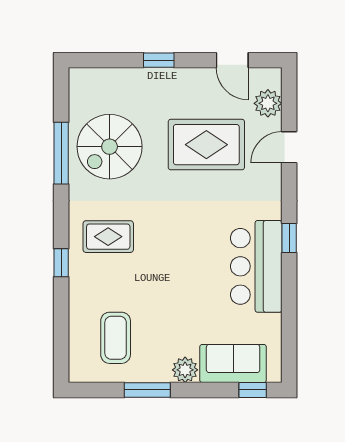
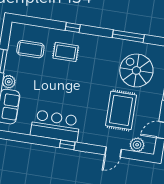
spiral stairs: (110, 147) -> (136, 70), moved
door: (289, 147) -> (113, 152), swing flipped
rug: (108, 237) -> (66, 52), moved, turned 90

